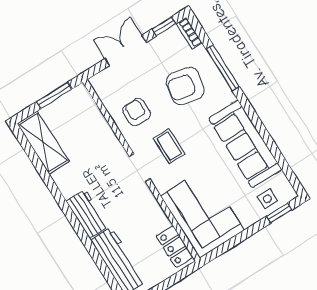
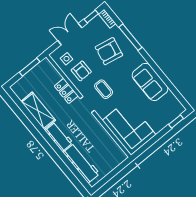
armchair: (137, 112) -> (81, 71), turned 180
shelving: (43, 142) -> (38, 111), moved
sofa: (245, 144) -> (150, 82), width x0.73
side table: (268, 199) -> (67, 59), moved
locker: (175, 247) -> (66, 91), moved

